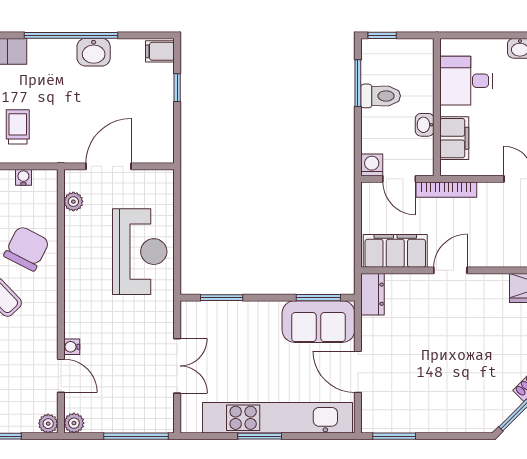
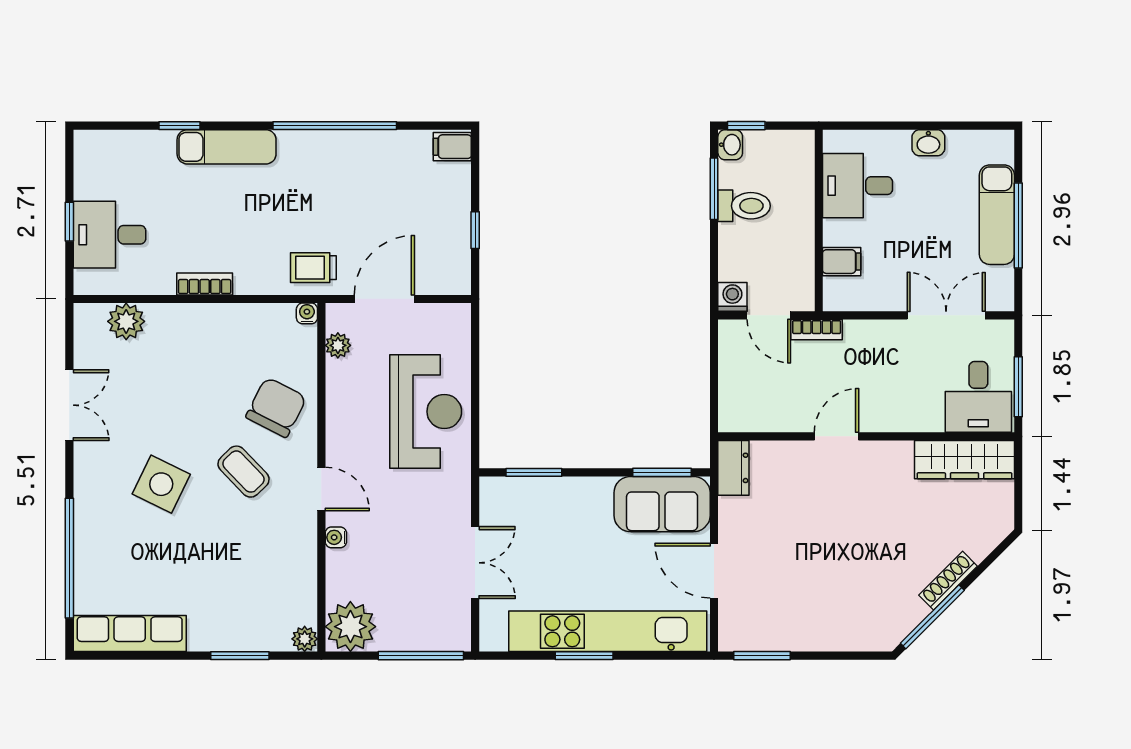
washbasin: (94, 52) -> (365, 148), removed
window: (177, 88) -> (475, 230), moved
washbasin: (425, 125) -> (730, 145), moved, turned 180
trolley: (18, 127) -> (313, 268), moved, turned -90
filing cabinet: (454, 138) -> (842, 262), width x0.50
water cooler: (23, 177) -> (307, 313), moved
bookcase: (446, 190) -> (817, 330), width x0.64
filing cabinet: (395, 251) -> (764, 411), removed
door: (61, 376) -> (321, 489), moved
plant: (74, 423) -> (350, 627), width x1.87, depth x1.87

